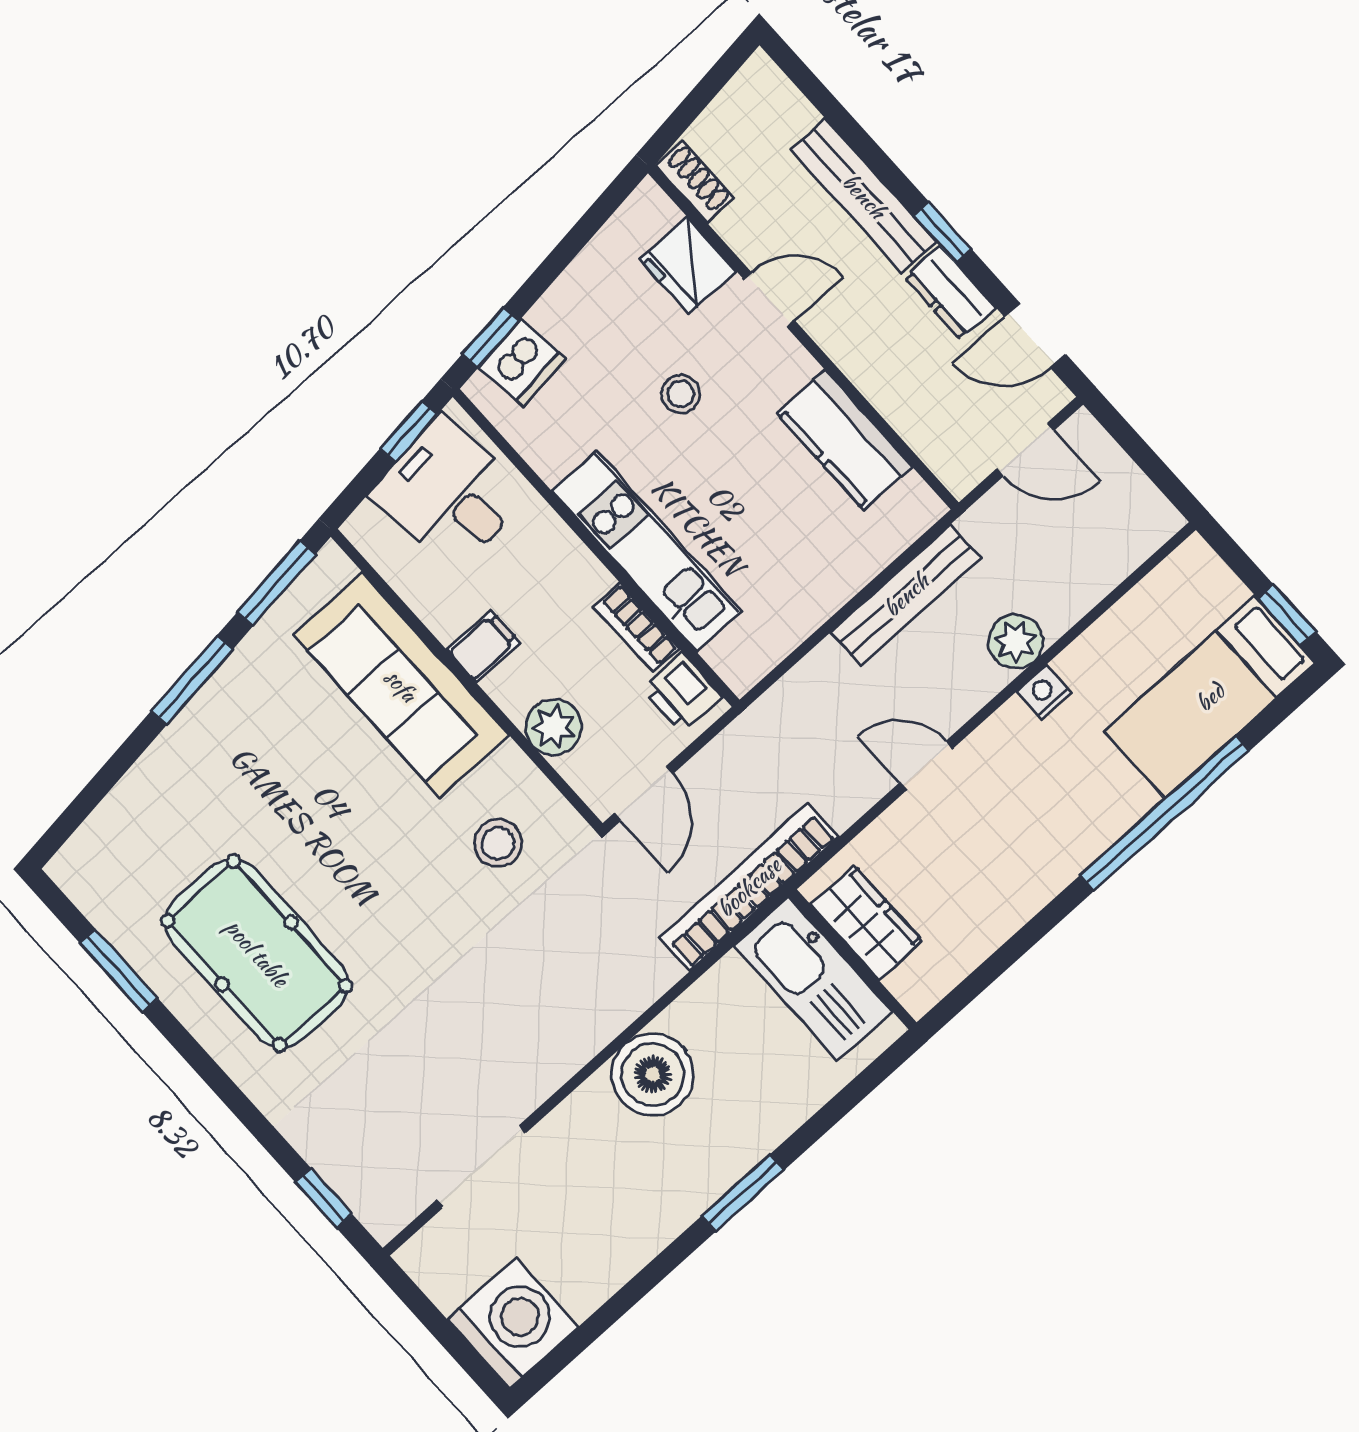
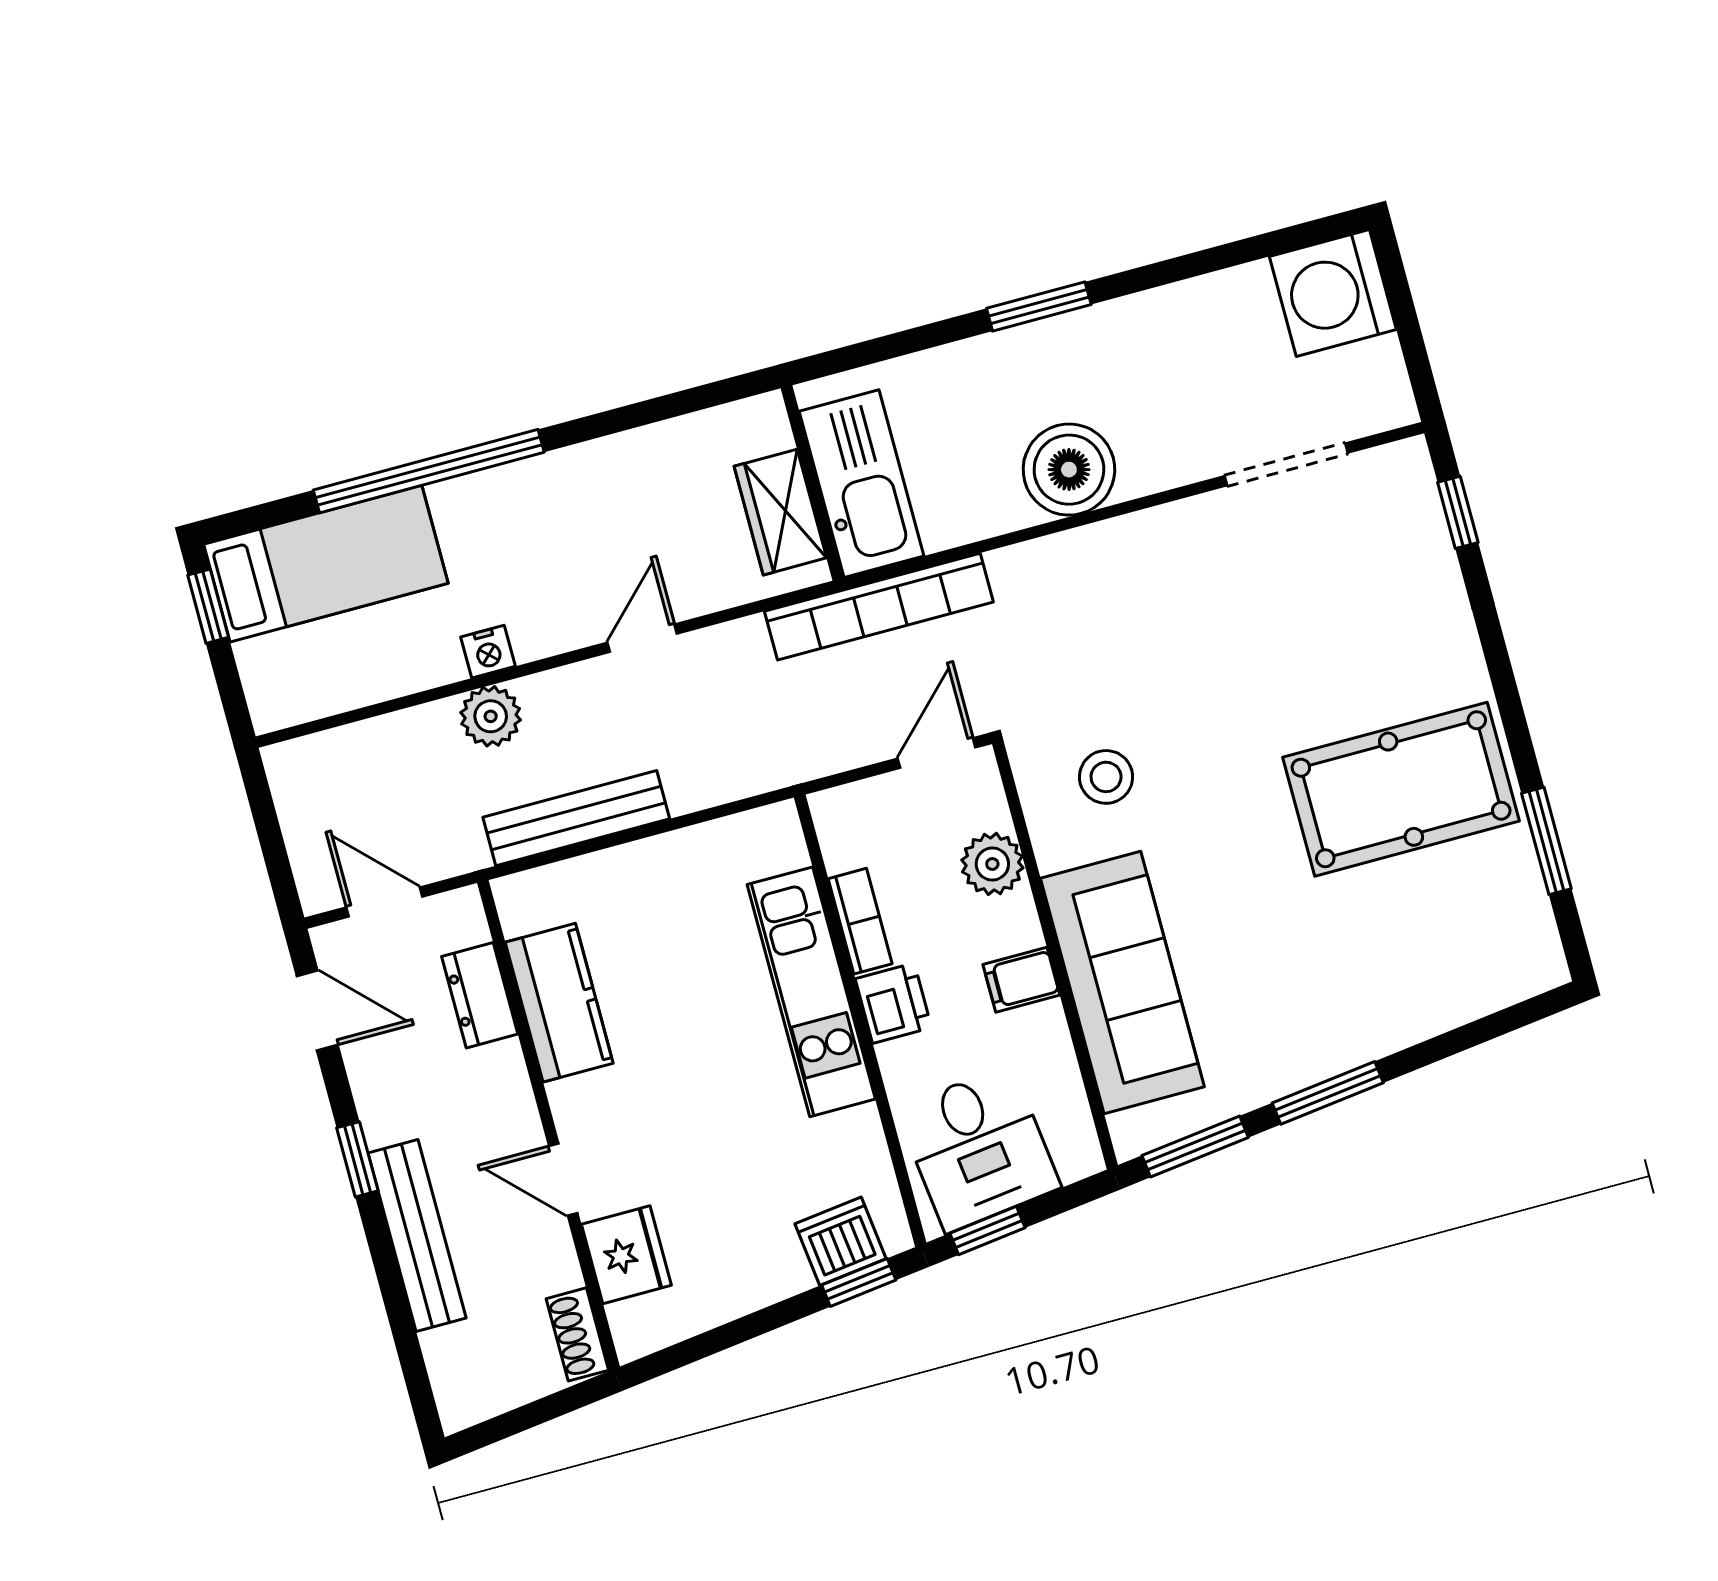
dresser: (950, 293) -> (480, 995), moved, turned 180
stool: (681, 394) -> (699, 1131), removed
printer: (682, 693) -> (893, 1003), moved
door: (926, 766) -> (642, 638), swing flipped
pool table: (257, 953) -> (1401, 789), turned 90

